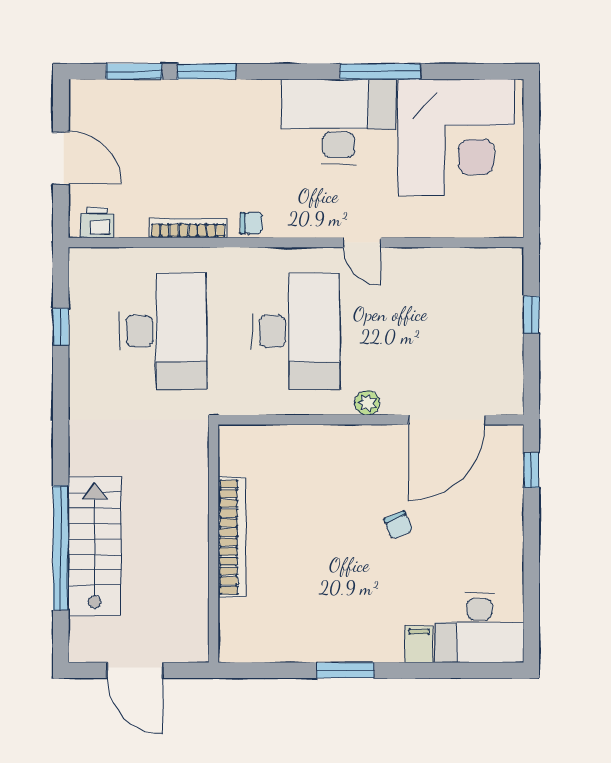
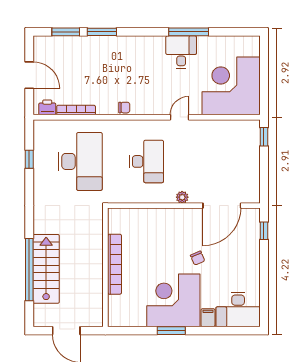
desk: (339, 122) -> (181, 52), width x0.53, depth x0.77
corner desk: (456, 137) -> (231, 86), moved, turned 180
bookcase: (188, 228) -> (76, 110), moved
door: (362, 243) -> (179, 117), swing flipped
window: (531, 315) -> (264, 137), moved
desk: (296, 331) -> (147, 161), width x0.73, depth x0.77
corner desk: (350, 610) -> (173, 300), added

